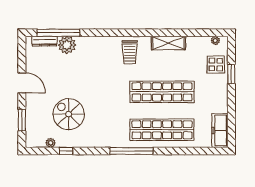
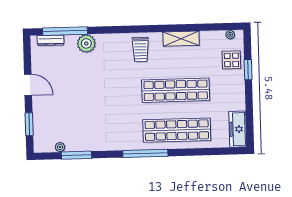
plant: (67, 45) -> (86, 43), moved
spiral stairs: (69, 114) -> (78, 116), removed
window: (66, 151) -> (76, 155), width x2.17

